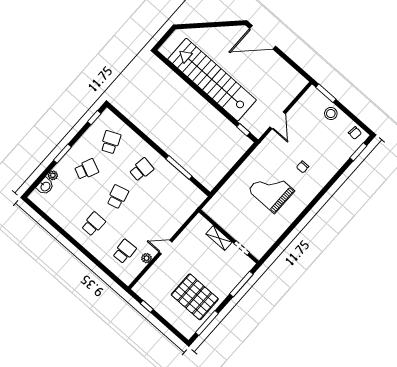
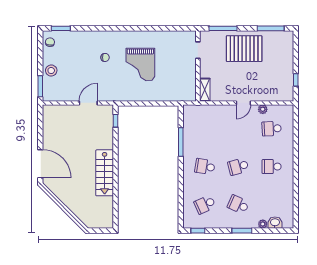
stairs: (212, 80) -> (105, 173), width x0.54, depth x0.66
shelving: (219, 238) -> (205, 90), moved
door: (166, 247) -> (243, 103), hinge flipped
pallet: (195, 297) -> (244, 49), moved, turned 90

